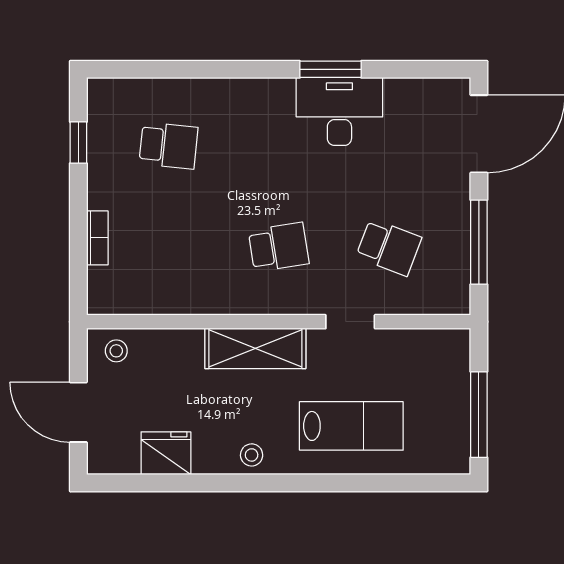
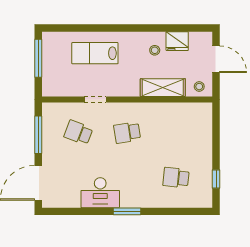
window: (331, 69) -> (127, 211), moved
bookcase: (97, 238) -> (208, 137), removed
shelving: (255, 348) -> (163, 88), moved
stool: (252, 455) -> (155, 50), moved

